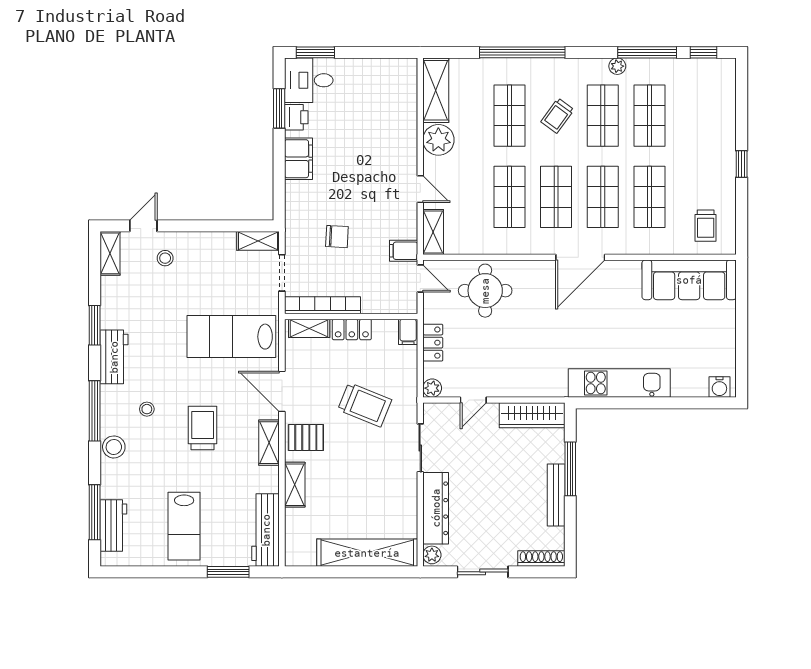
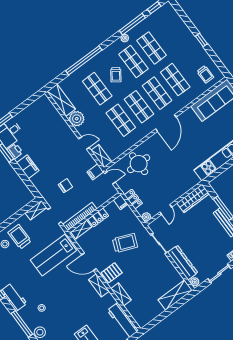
trolley: (203, 428) -> (20, 237), moved
shelving: (367, 553) -> (175, 295), width x0.68

